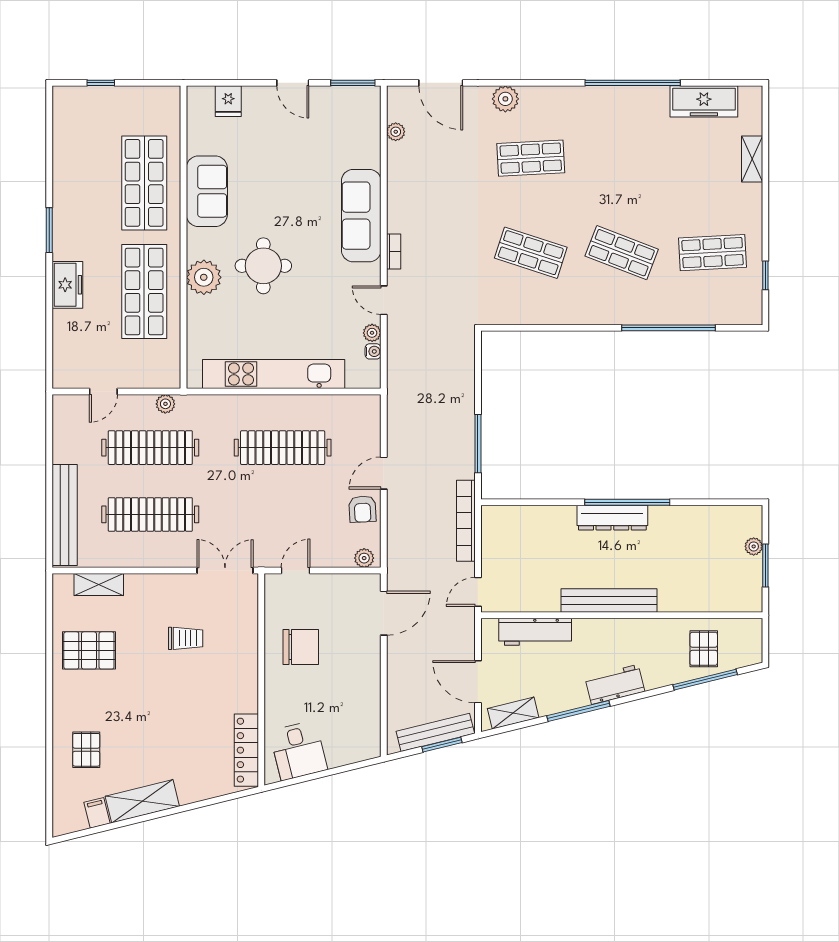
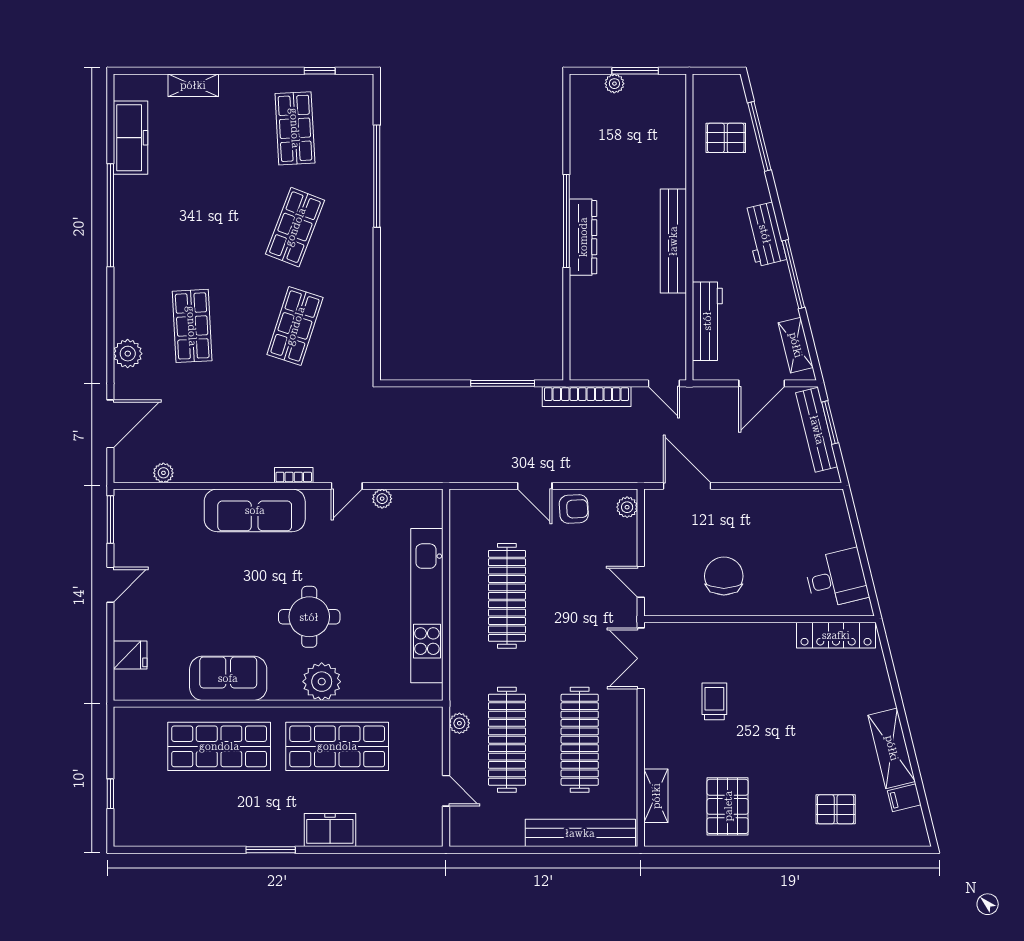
water cooler: (373, 351) -> (402, 497), removed

